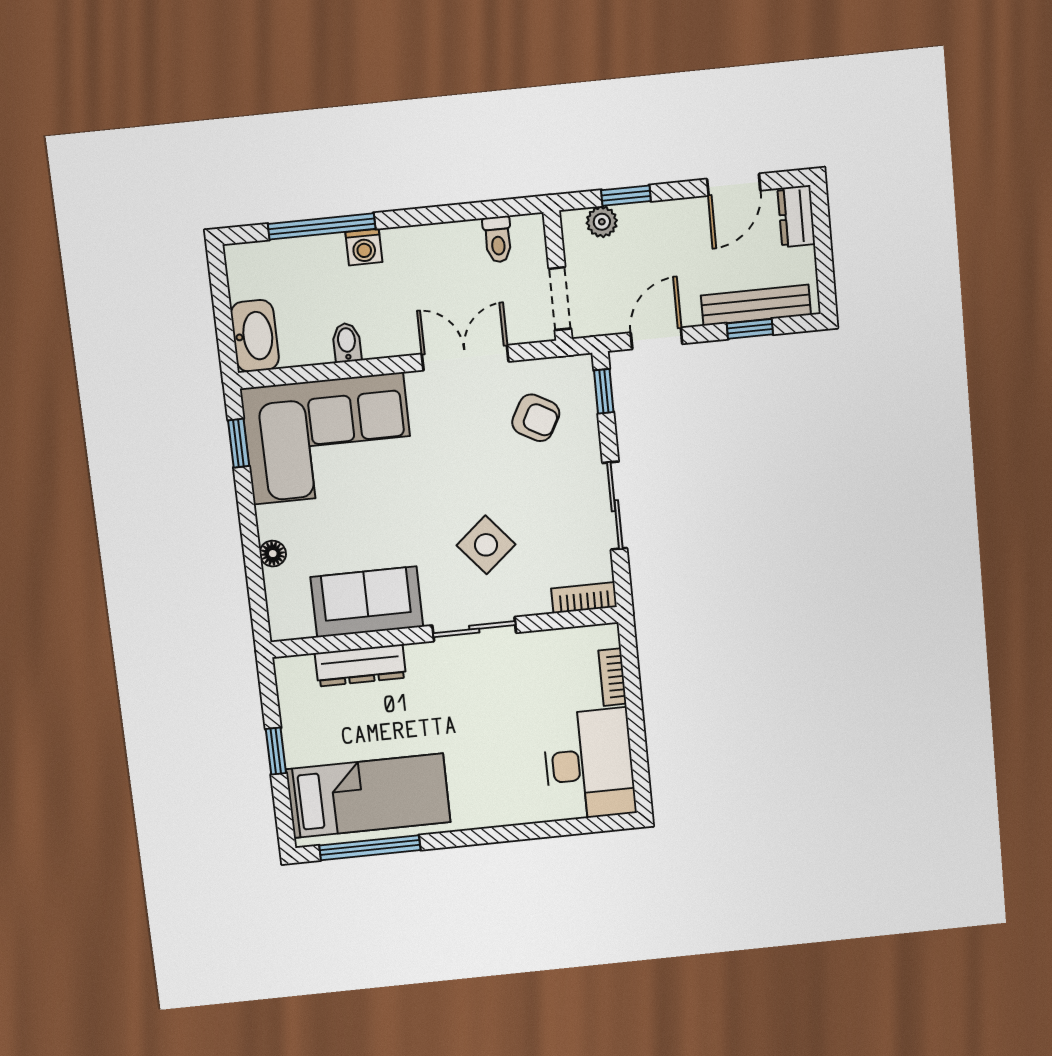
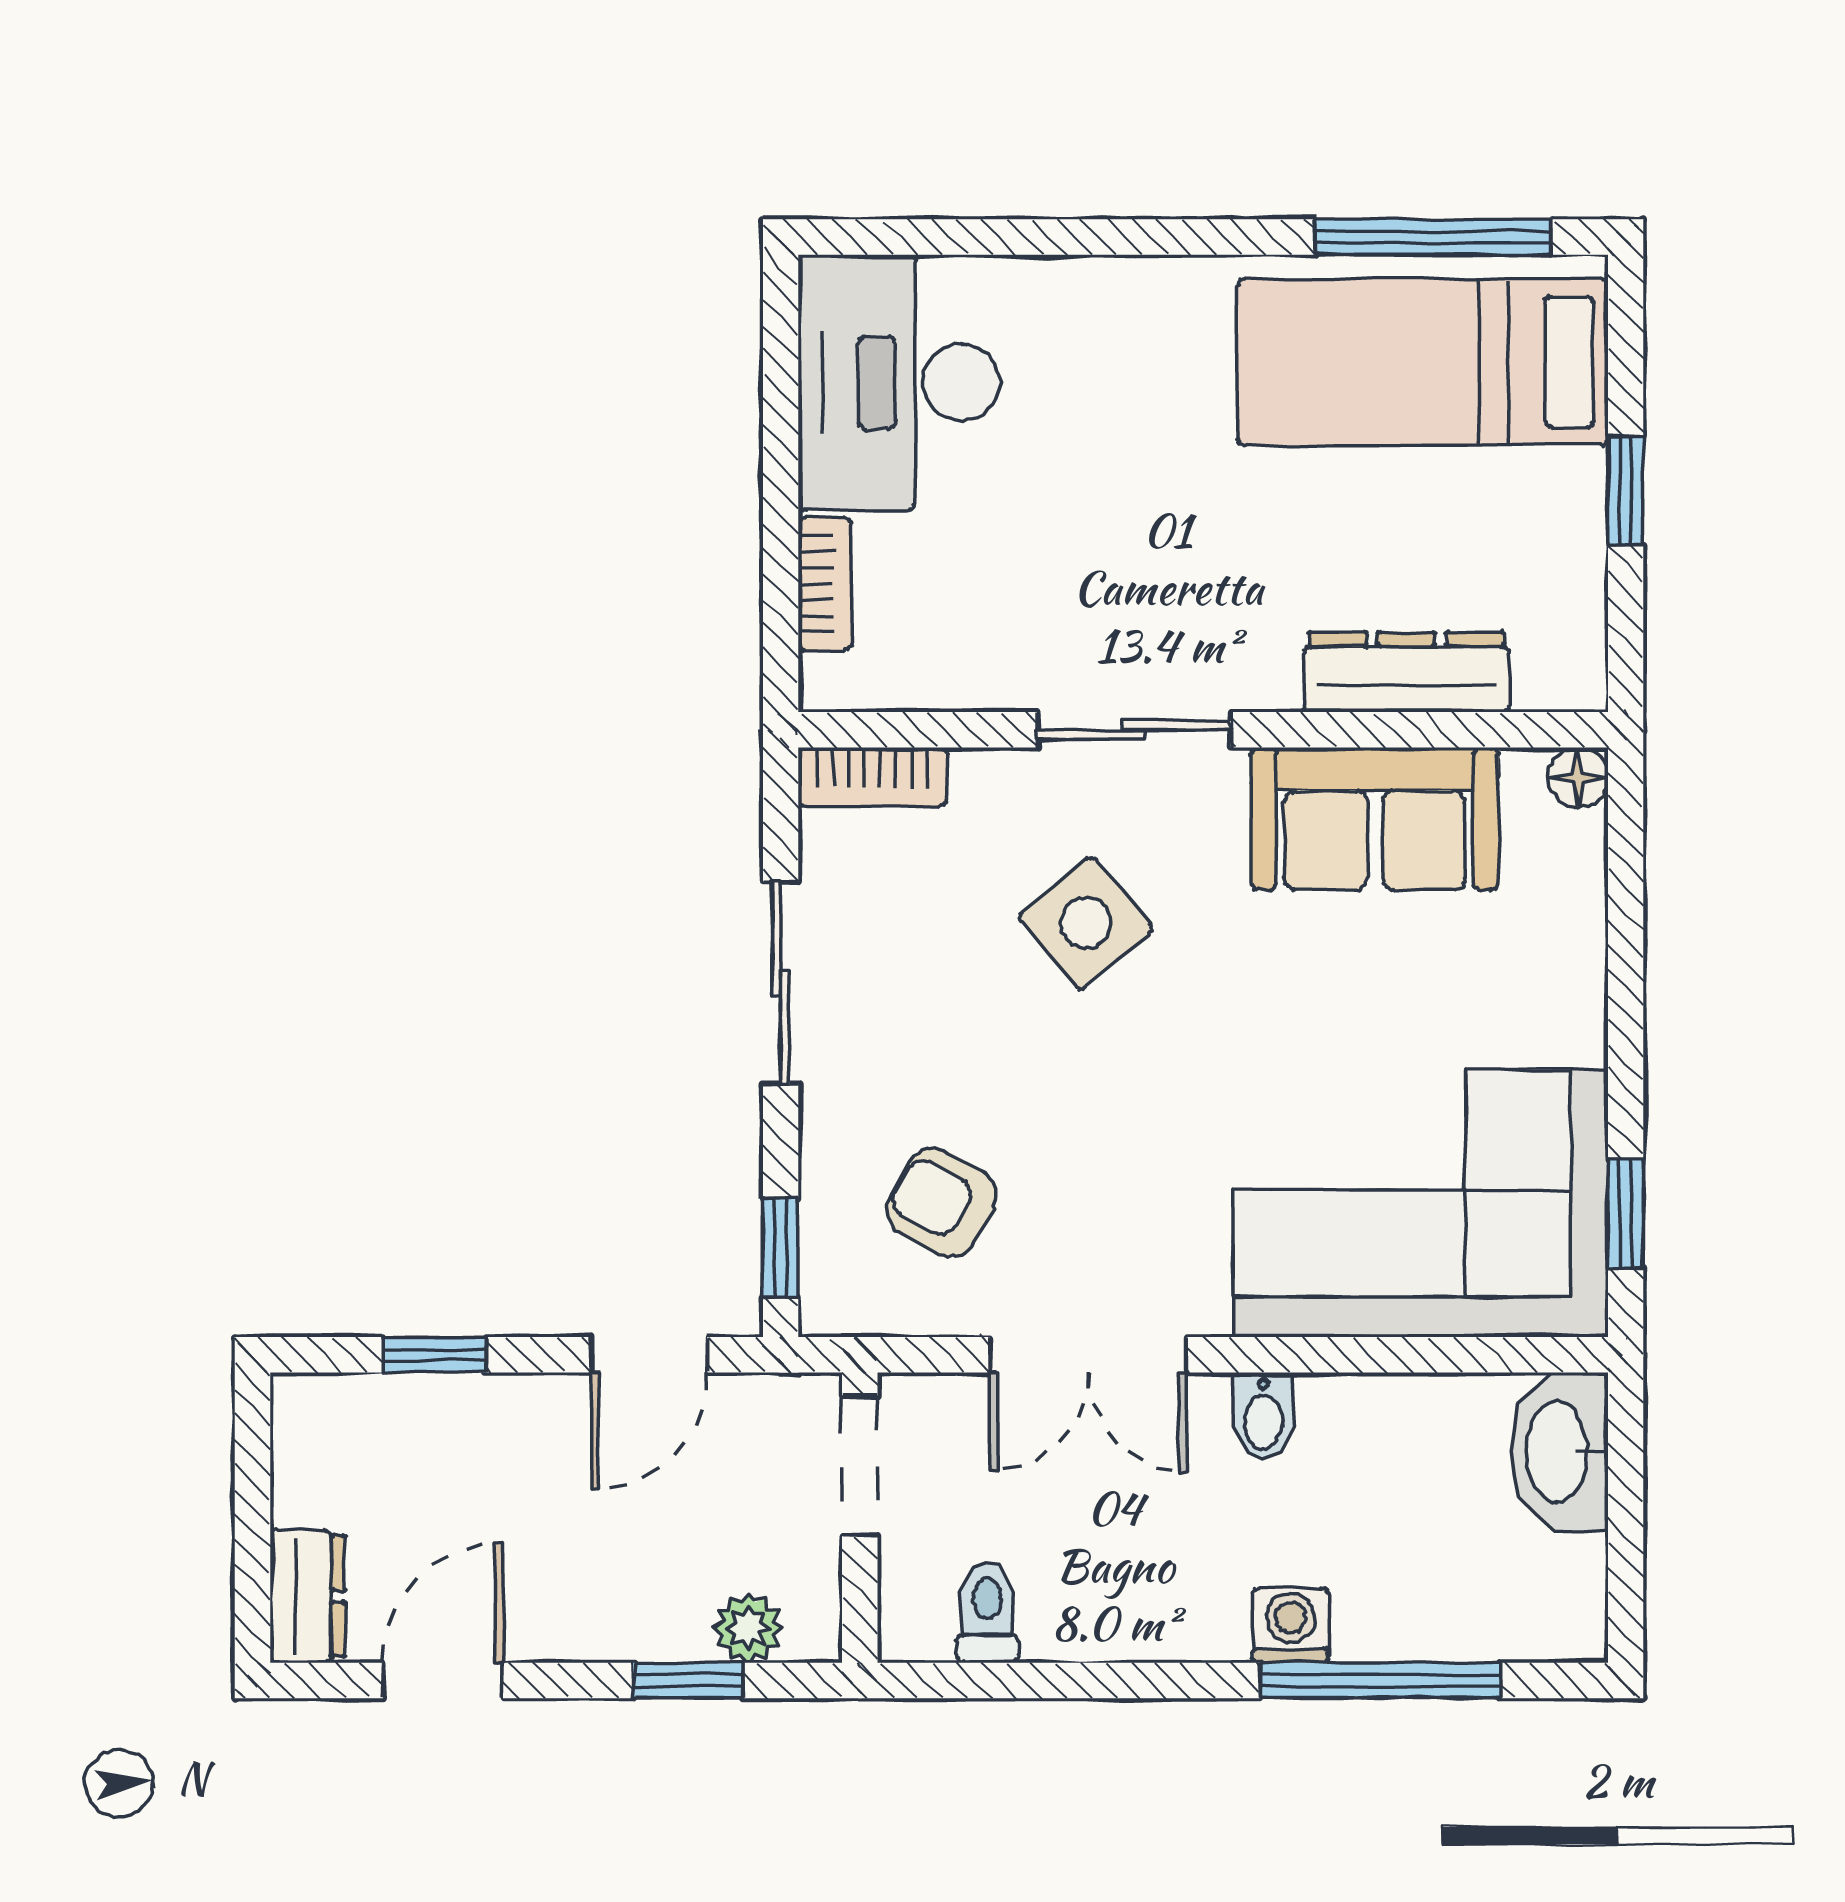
bench: (756, 305) -> (416, 1407), removed
bidet: (347, 343) -> (1263, 1416), moved
floor lamp: (273, 554) -> (1578, 778), moved

